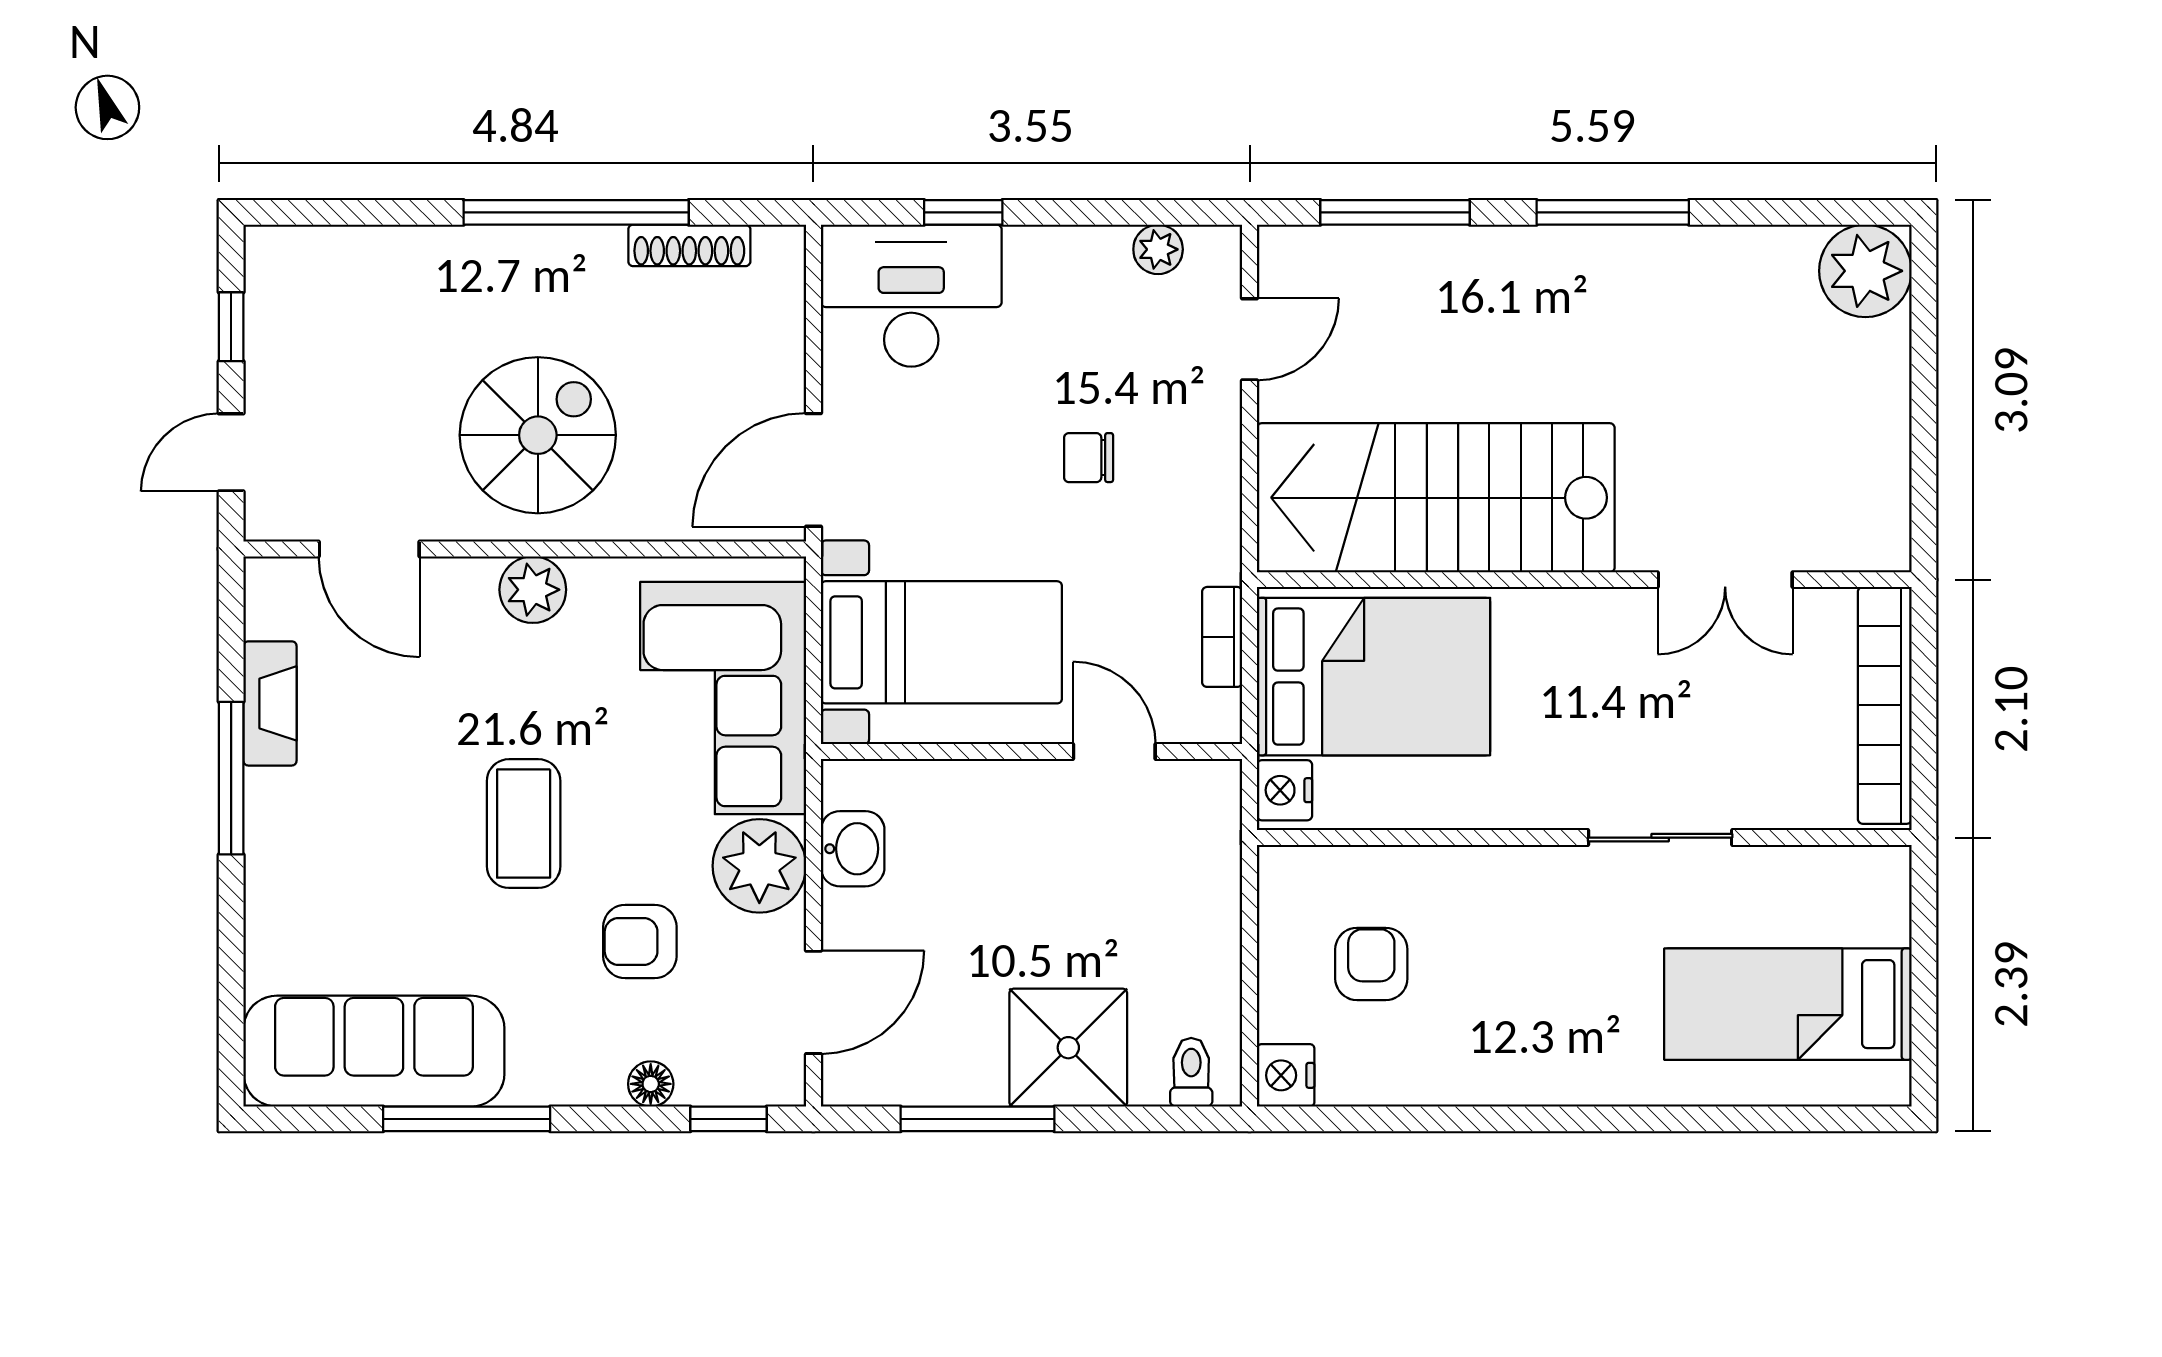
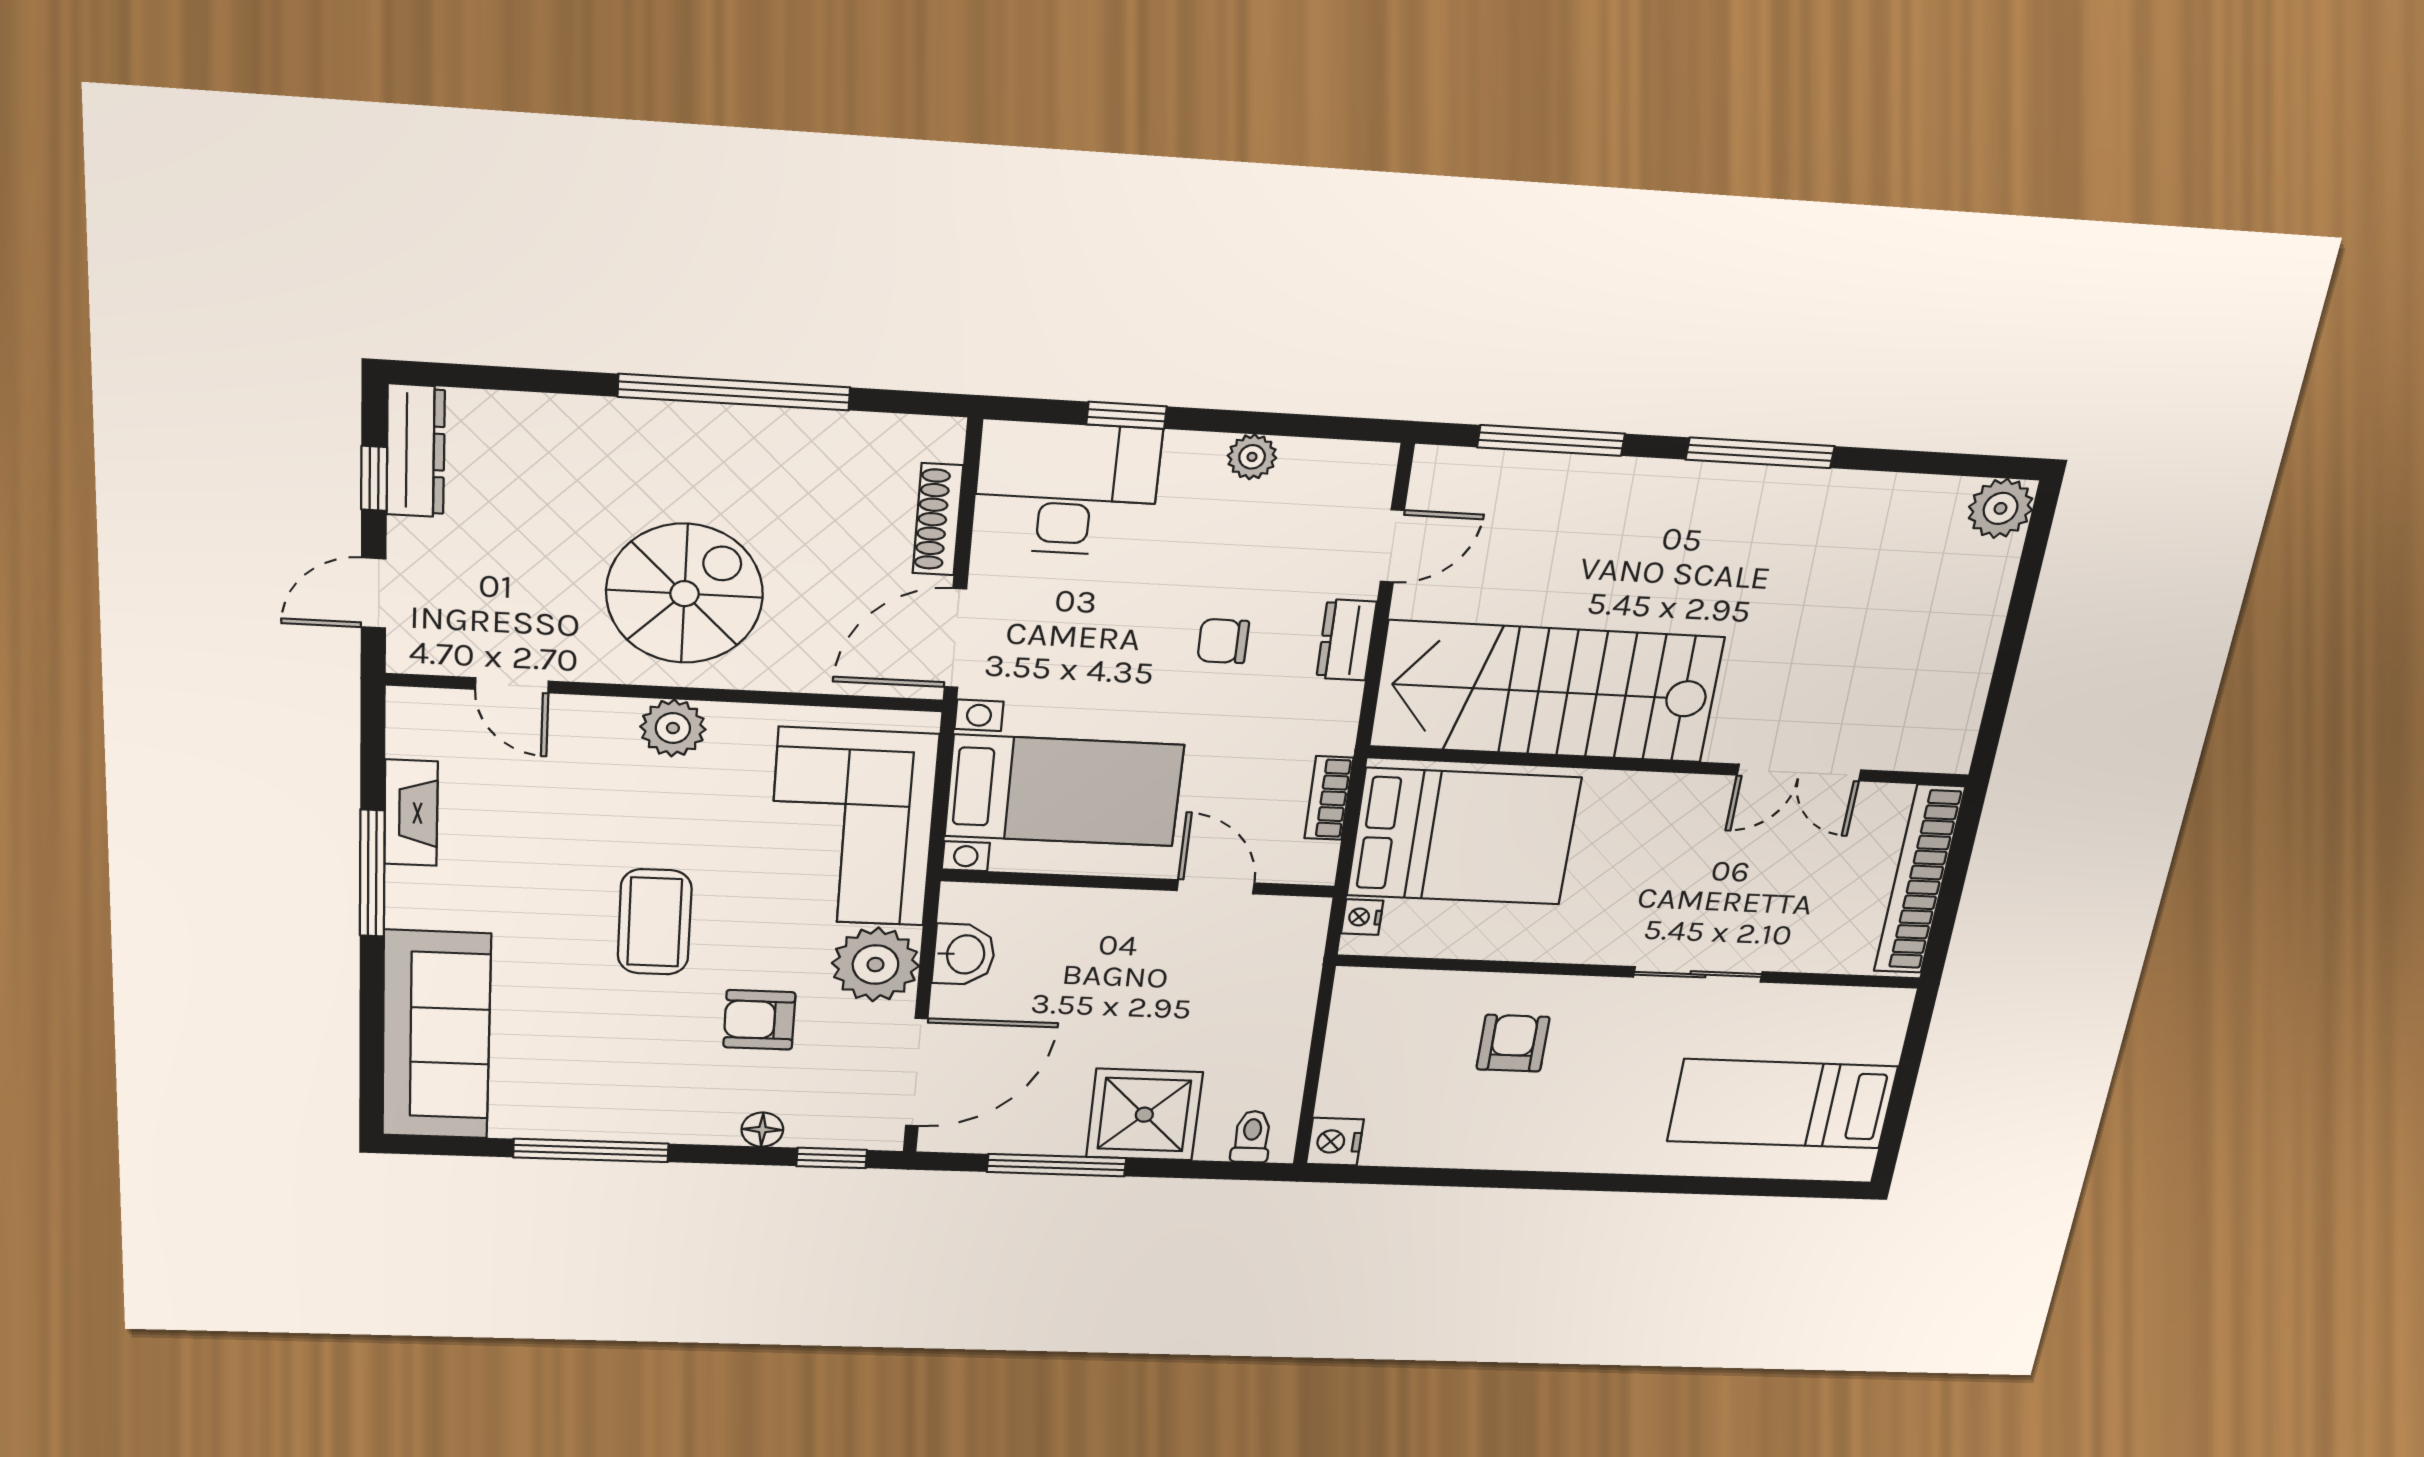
shoe rack: (689, 245) -> (938, 519), moved, turned 90
plant: (1158, 249) -> (1252, 457), moved
plant: (1865, 271) -> (2001, 508), width x0.73, depth x0.73
dresser: (271, 295) -> (416, 451), added
dresser: (1216, 449) -> (1346, 640), added
door: (369, 549) -> (512, 685), width x0.73
nightstand: (1285, 790) -> (1362, 917), width x0.72, depth x0.74
armchair: (1371, 964) -> (1513, 1043), moved
door: (813, 1002) -> (917, 1073), width x1.36
sofa: (374, 1051) -> (436, 1035), moved, turned 90

